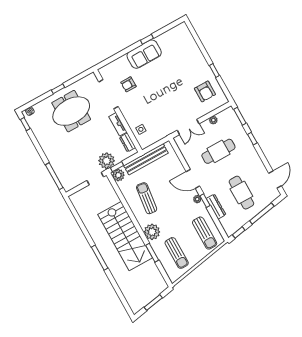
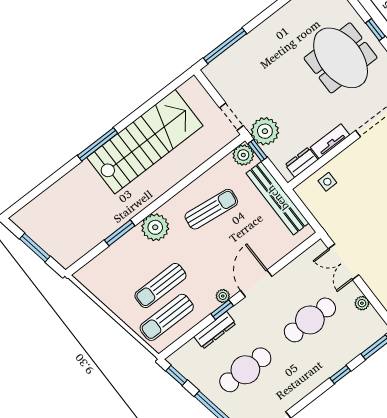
cafe table: (218, 151) -> (310, 320), turned 90
stairs: (125, 236) -> (145, 142), moved, turned 180
sun lounger: (177, 253) -> (160, 285), moved

